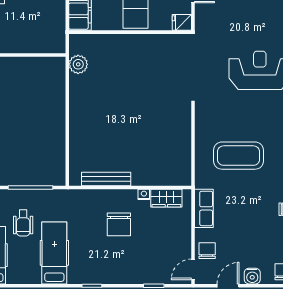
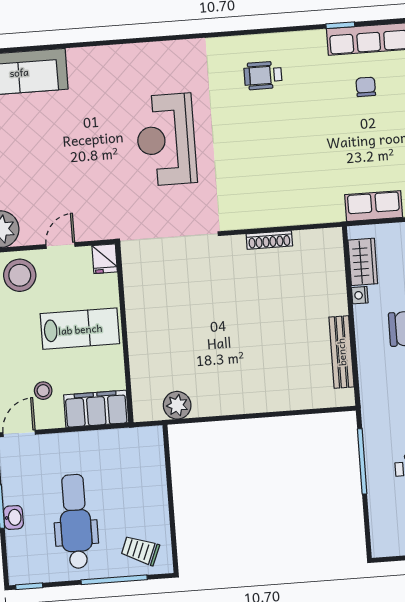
shoe rack: (186, 136) -> (269, 240), added
coffee table: (239, 156) -> (293, 161), removed

